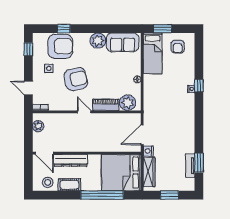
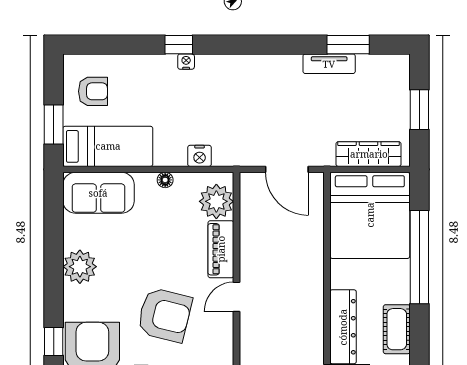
sofa: (123, 42) -> (98, 193), moved, turned 90
armchair: (76, 79) -> (165, 315), turned 117
nightstand: (148, 151) -> (200, 156), moved
tv unit: (190, 166) -> (329, 64), moved

